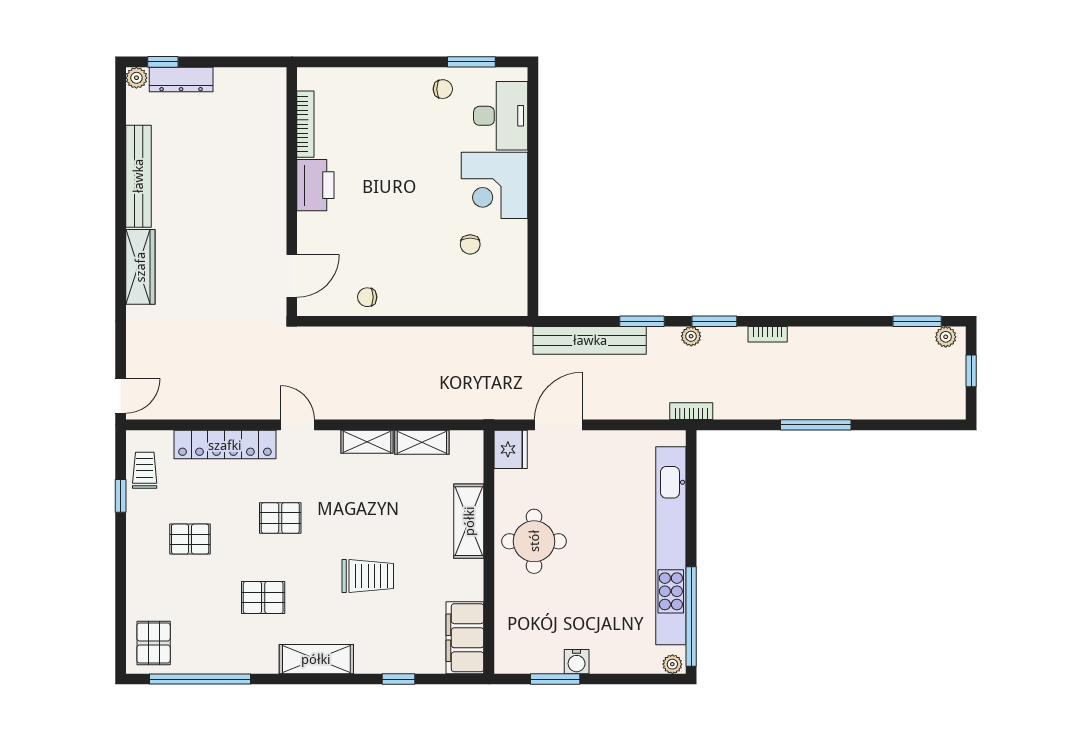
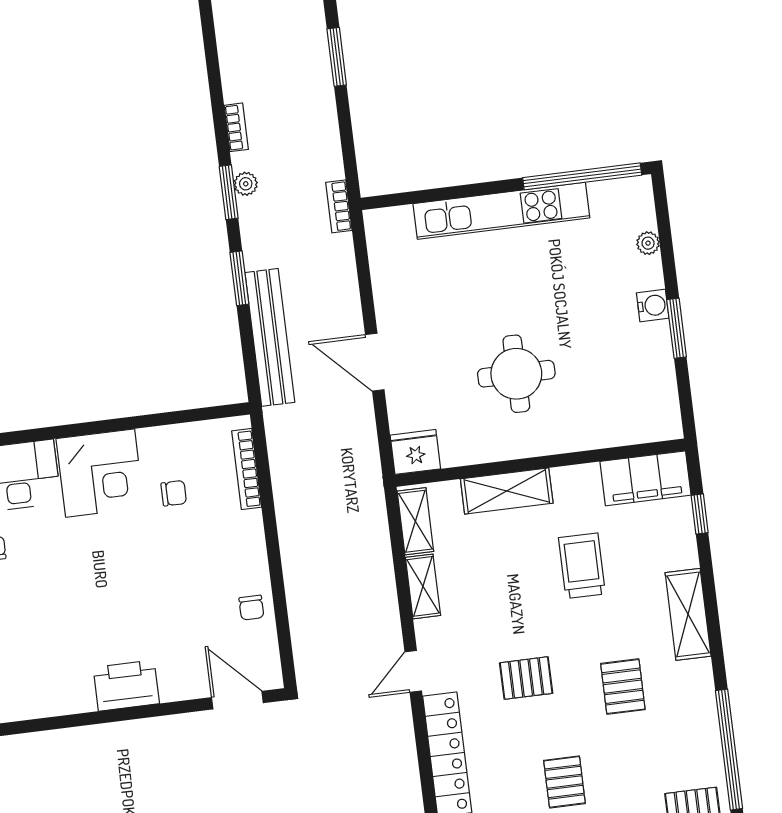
bookcase: (305, 124) -> (247, 469), moved, turned -90
plant: (691, 336) -> (246, 184), moved
window: (816, 425) -> (337, 57), width x0.69
fridge: (511, 449) -> (415, 452), moved
pallet: (280, 518) -> (526, 678), turned 90
shelving: (469, 521) -> (507, 491), moved
kitchen unit: (671, 546) -> (501, 211), width x0.73
wall: (489, 552) -> (540, 463), moved
filing cabinet: (465, 638) -> (645, 478), moved
plant: (672, 664) -> (648, 243), moved

